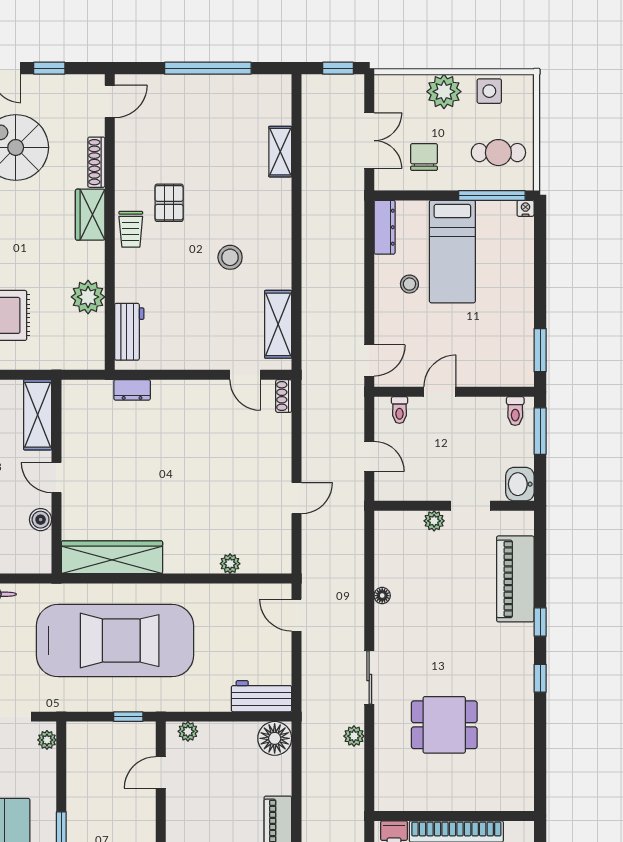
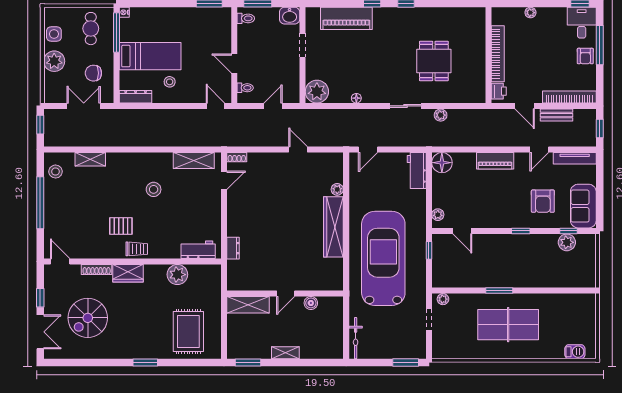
stool: (260, 94) -> (55, 172), added
plant: (434, 521) -> (317, 92), moved, width x1.87, depth x1.87
wardrobe: (112, 557) -> (333, 227), moved

